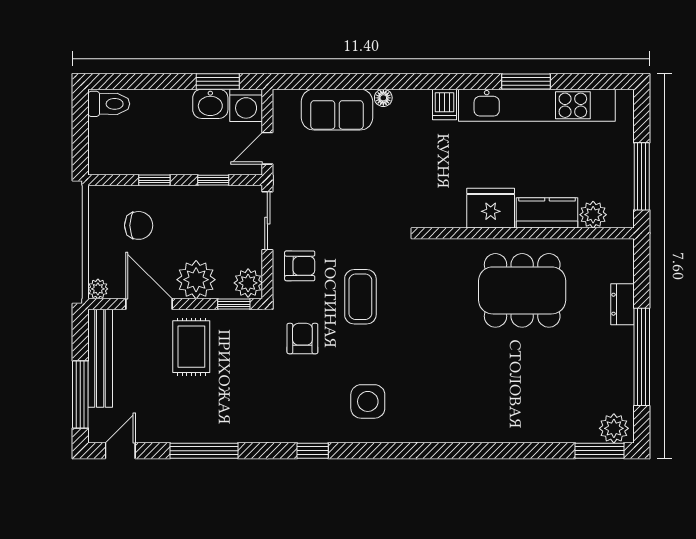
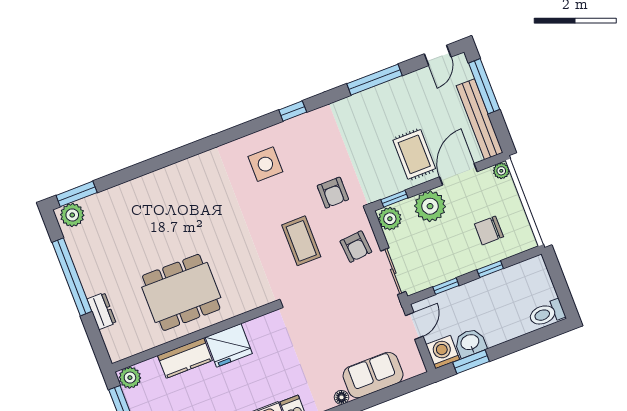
plant: (593, 215) -> (130, 378), moved
armchair: (300, 266) -> (356, 247), turned -95
door: (149, 304) -> (458, 174), swing flipped

